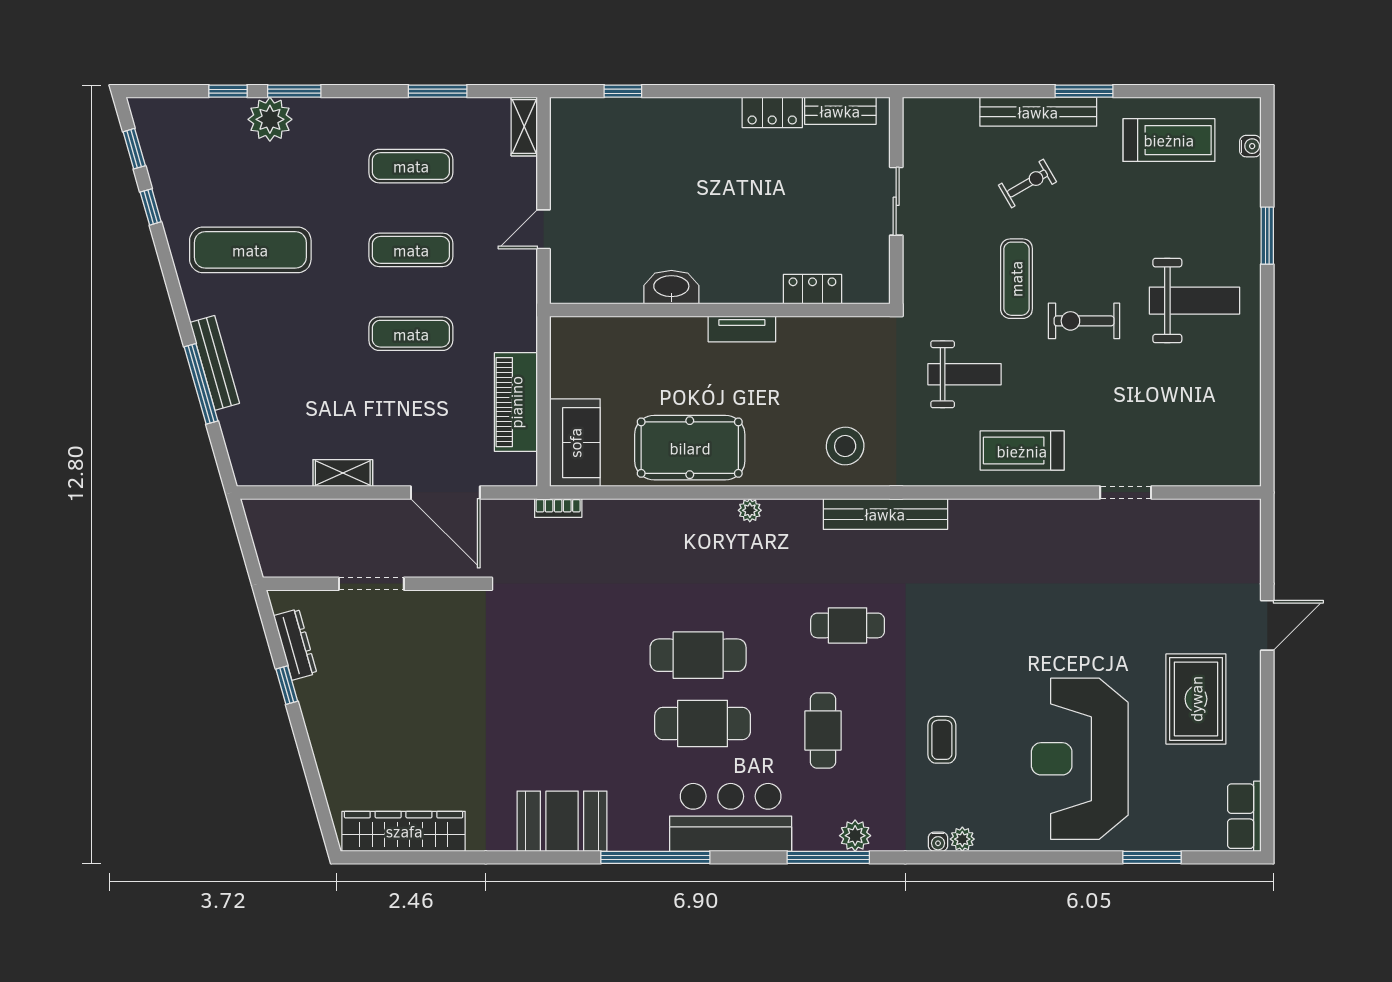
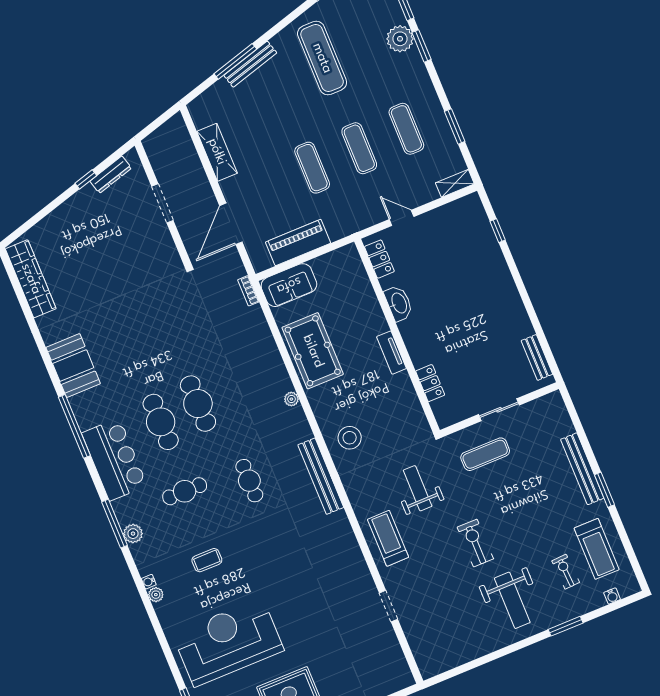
locker: (772, 112) -> (379, 259), moved, turned 180
exercise bike: (1027, 183) -> (566, 572), moved, turned -153
exercise mat: (1016, 279) -> (485, 454), moved
weight bench: (965, 374) -> (418, 488), turned 180
shelving: (343, 473) -> (217, 152), width x1.50, depth x1.33

